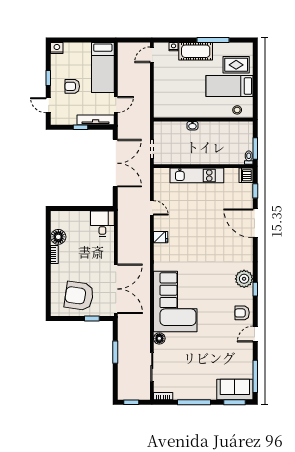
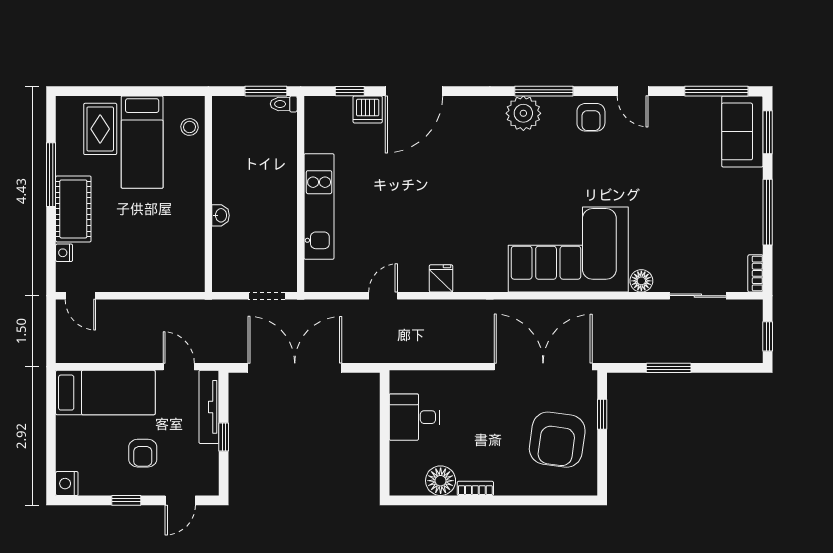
dishwasher: (246, 175) -> (368, 109), moved
desk: (102, 224) -> (414, 417), moved
window: (255, 289) -> (544, 91), width x2.17

